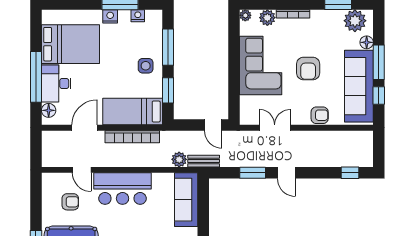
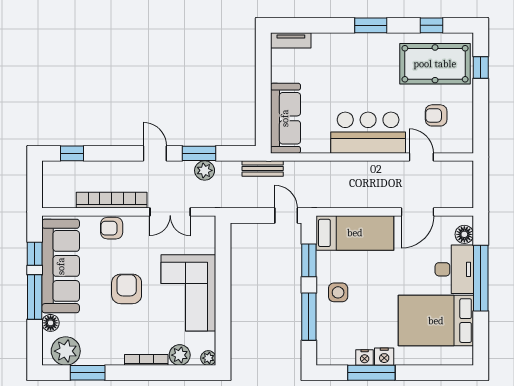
nightstand: (138, 16) -> (365, 358), moved
door: (213, 125) -> (286, 216), moved
bookcase: (132, 137) -> (112, 200), moved
plant: (179, 159) -> (205, 170), moved

